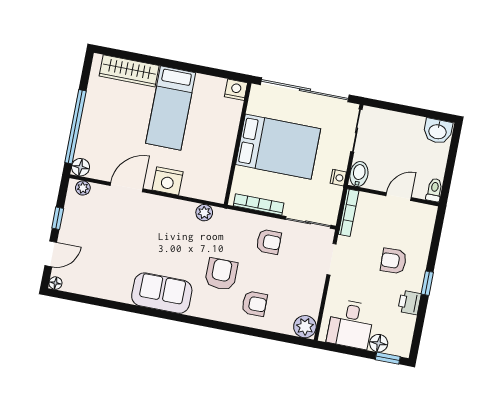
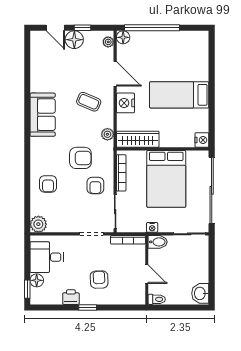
wardrobe: (129, 71) -> (138, 139), moved, turned 90
coffee table: (157, 229) -> (89, 102), added
armchair: (221, 274) -> (80, 158), moved
floor lamp: (55, 283) -> (74, 40), moved, width x1.89, depth x1.89

